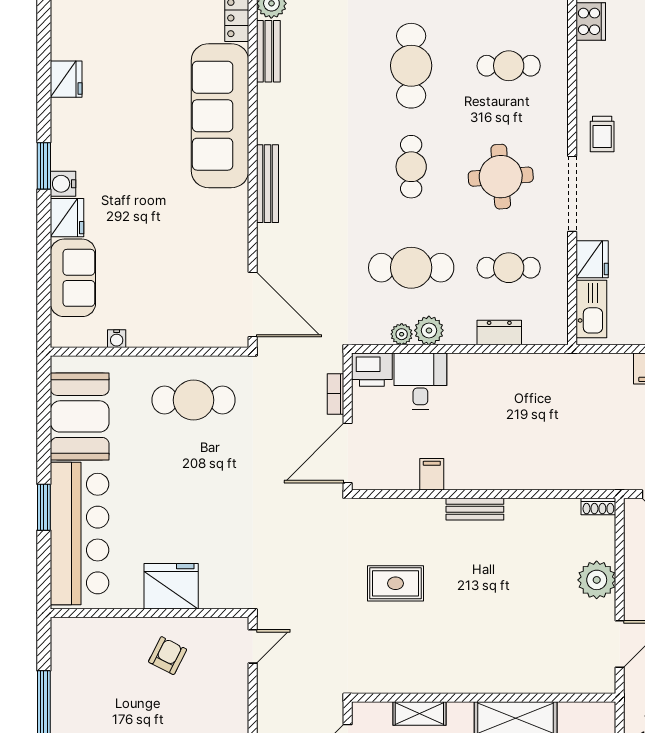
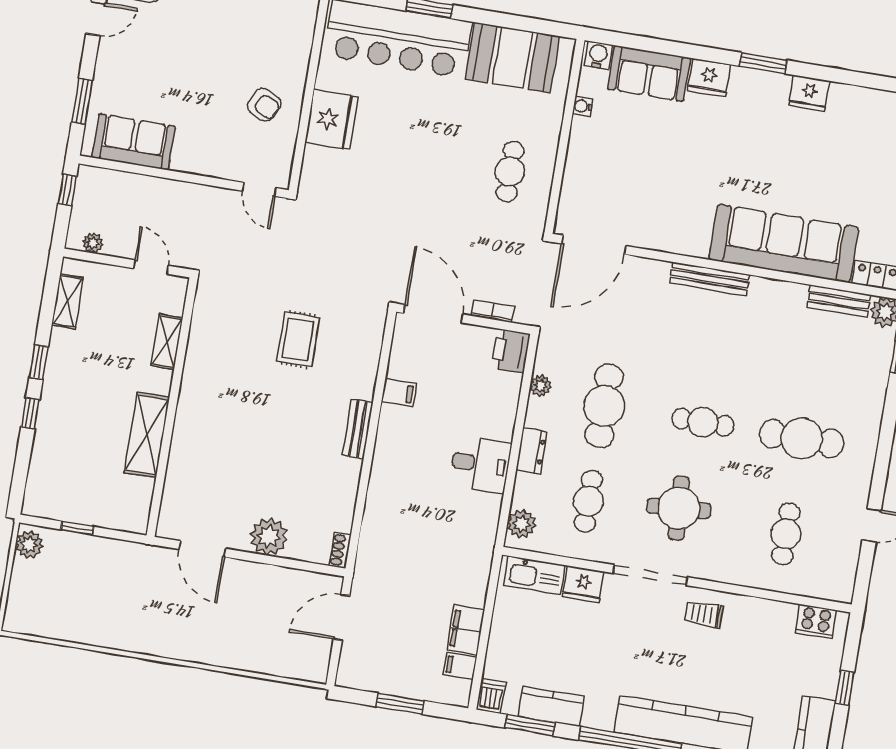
fridge: (66, 79) -> (809, 93), moved
water cooler: (63, 184) -> (598, 55), moved
plant: (429, 330) -> (522, 524), moved
dresser: (499, 333) -> (532, 451), moved
desk: (420, 381) -> (481, 464), moved
cafe table: (193, 400) -> (510, 172), width x0.73, depth x0.74

